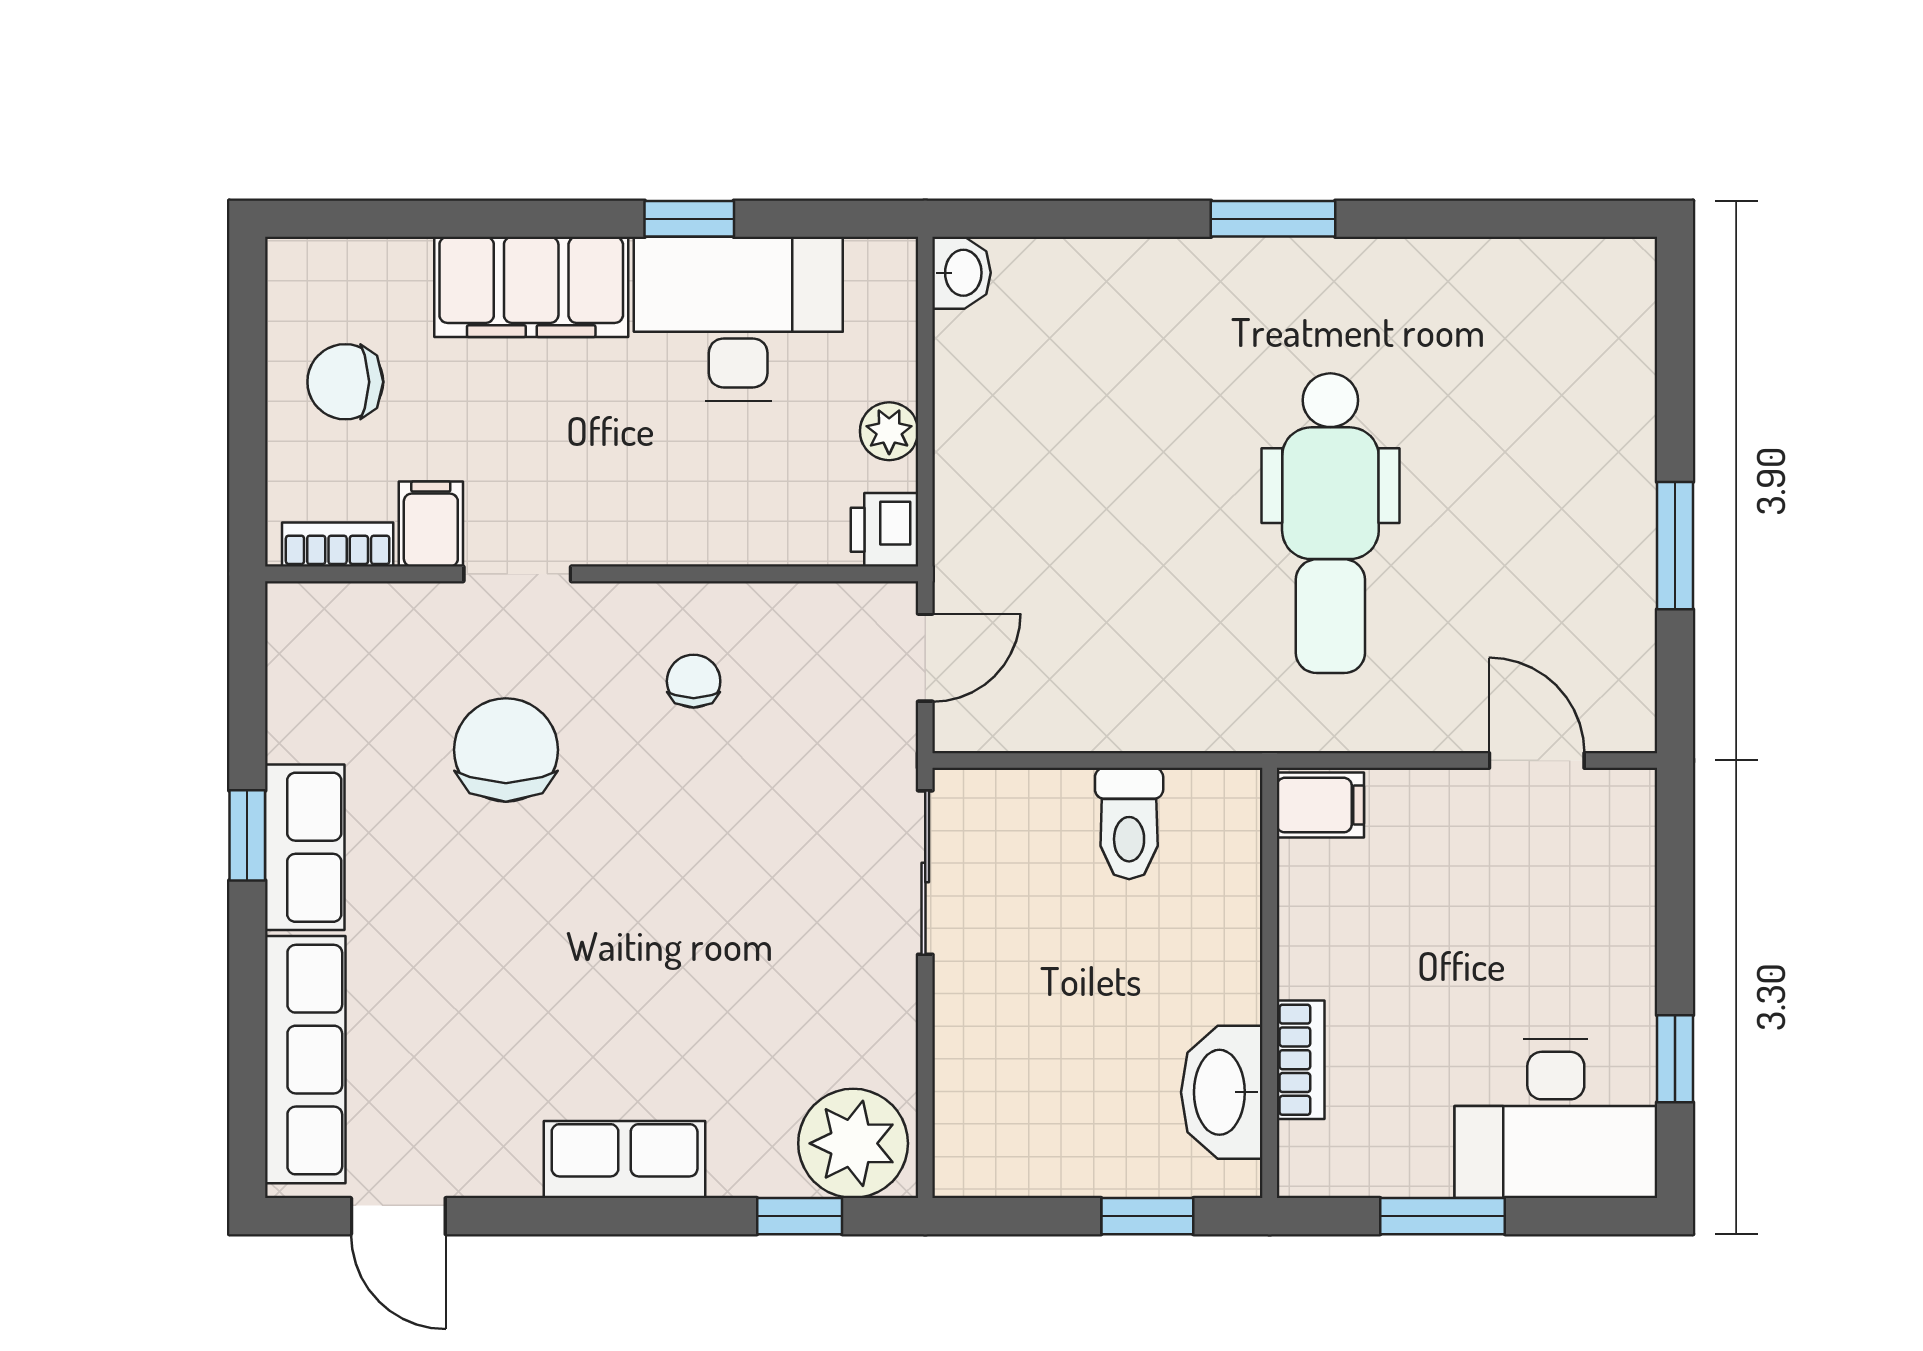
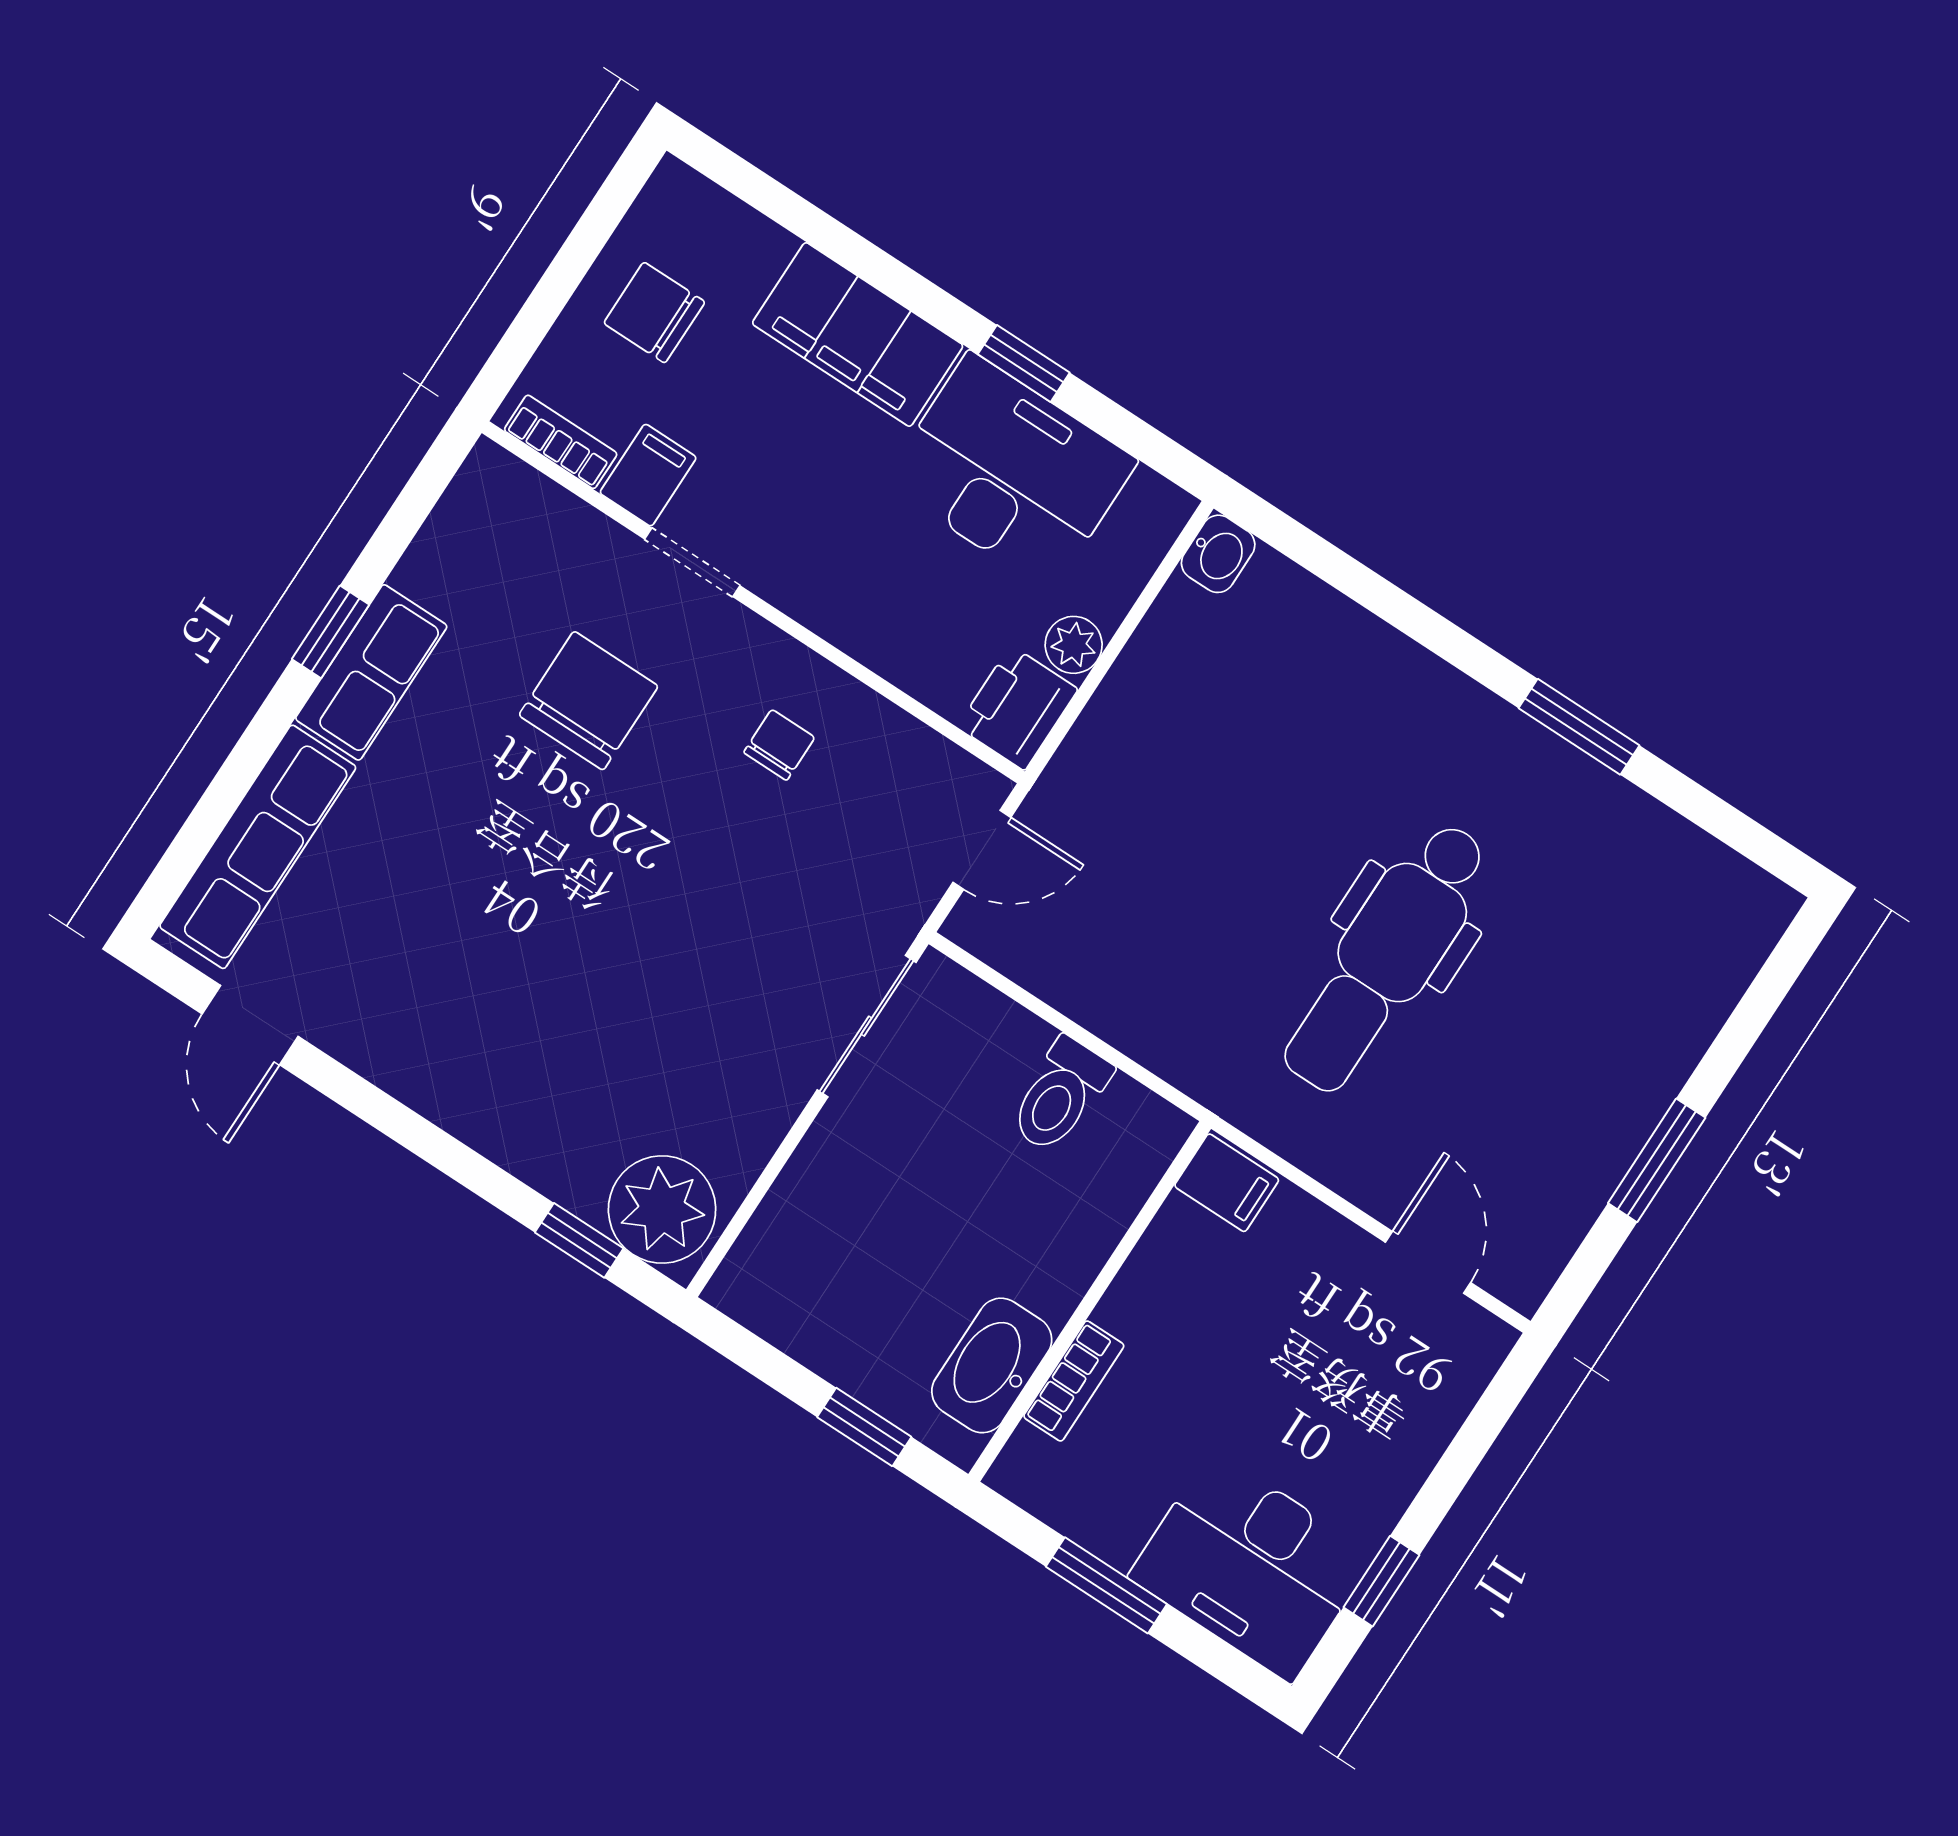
window: (1273, 219) -> (1579, 727), moved
printer: (885, 530) -> (1018, 708), width x1.36, depth x1.24
row of seats: (625, 1160) -> (466, 1100), removed

